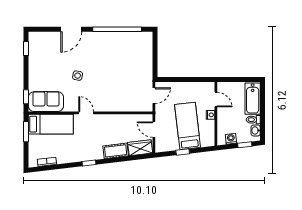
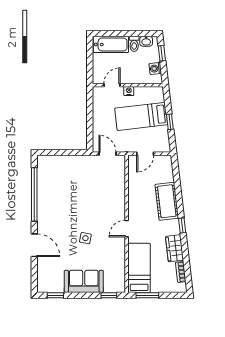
sofa: (46, 102) -> (84, 281), moved, turned 90
wardrobe: (140, 148) -> (175, 248), moved
cot: (116, 151) -> (167, 201), width x1.37, depth x1.34

